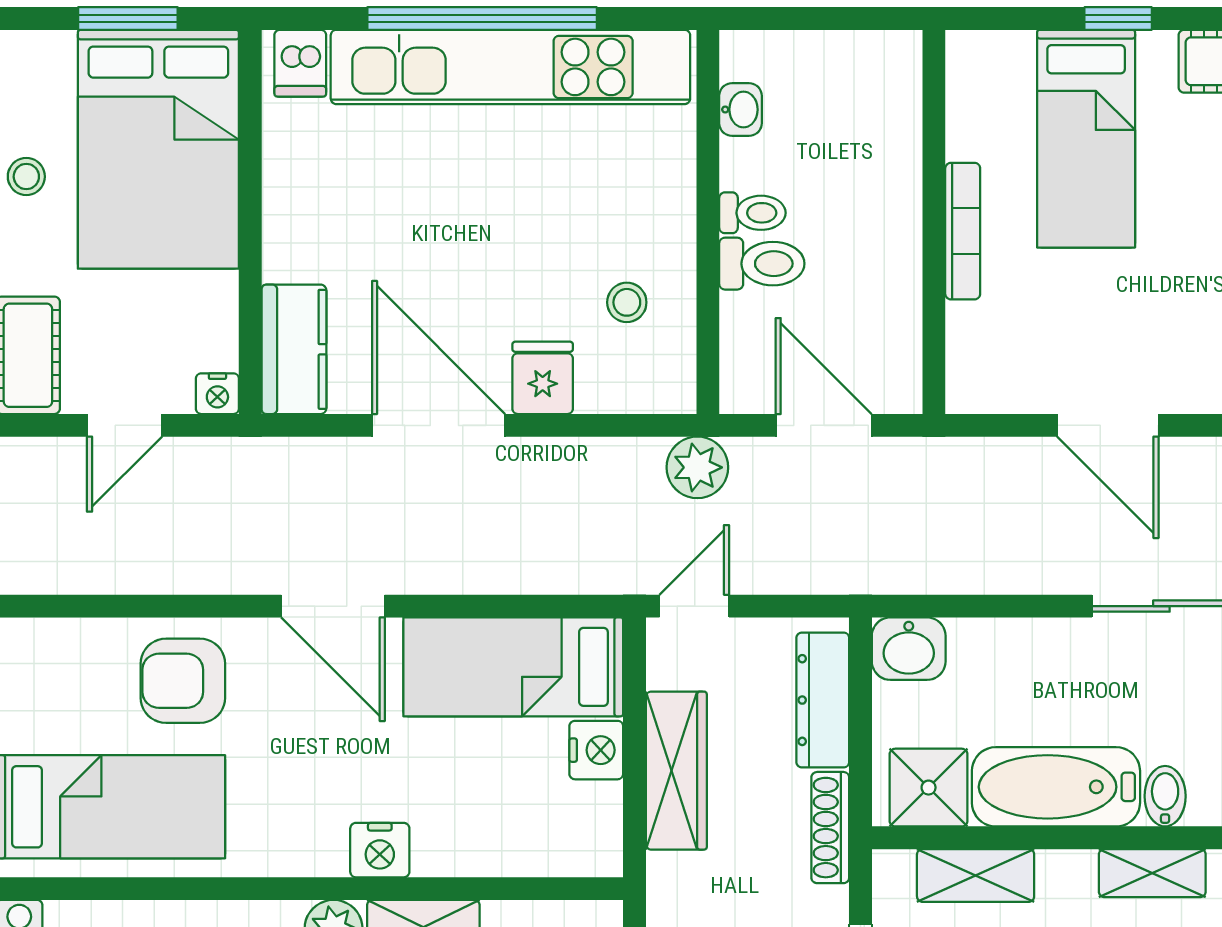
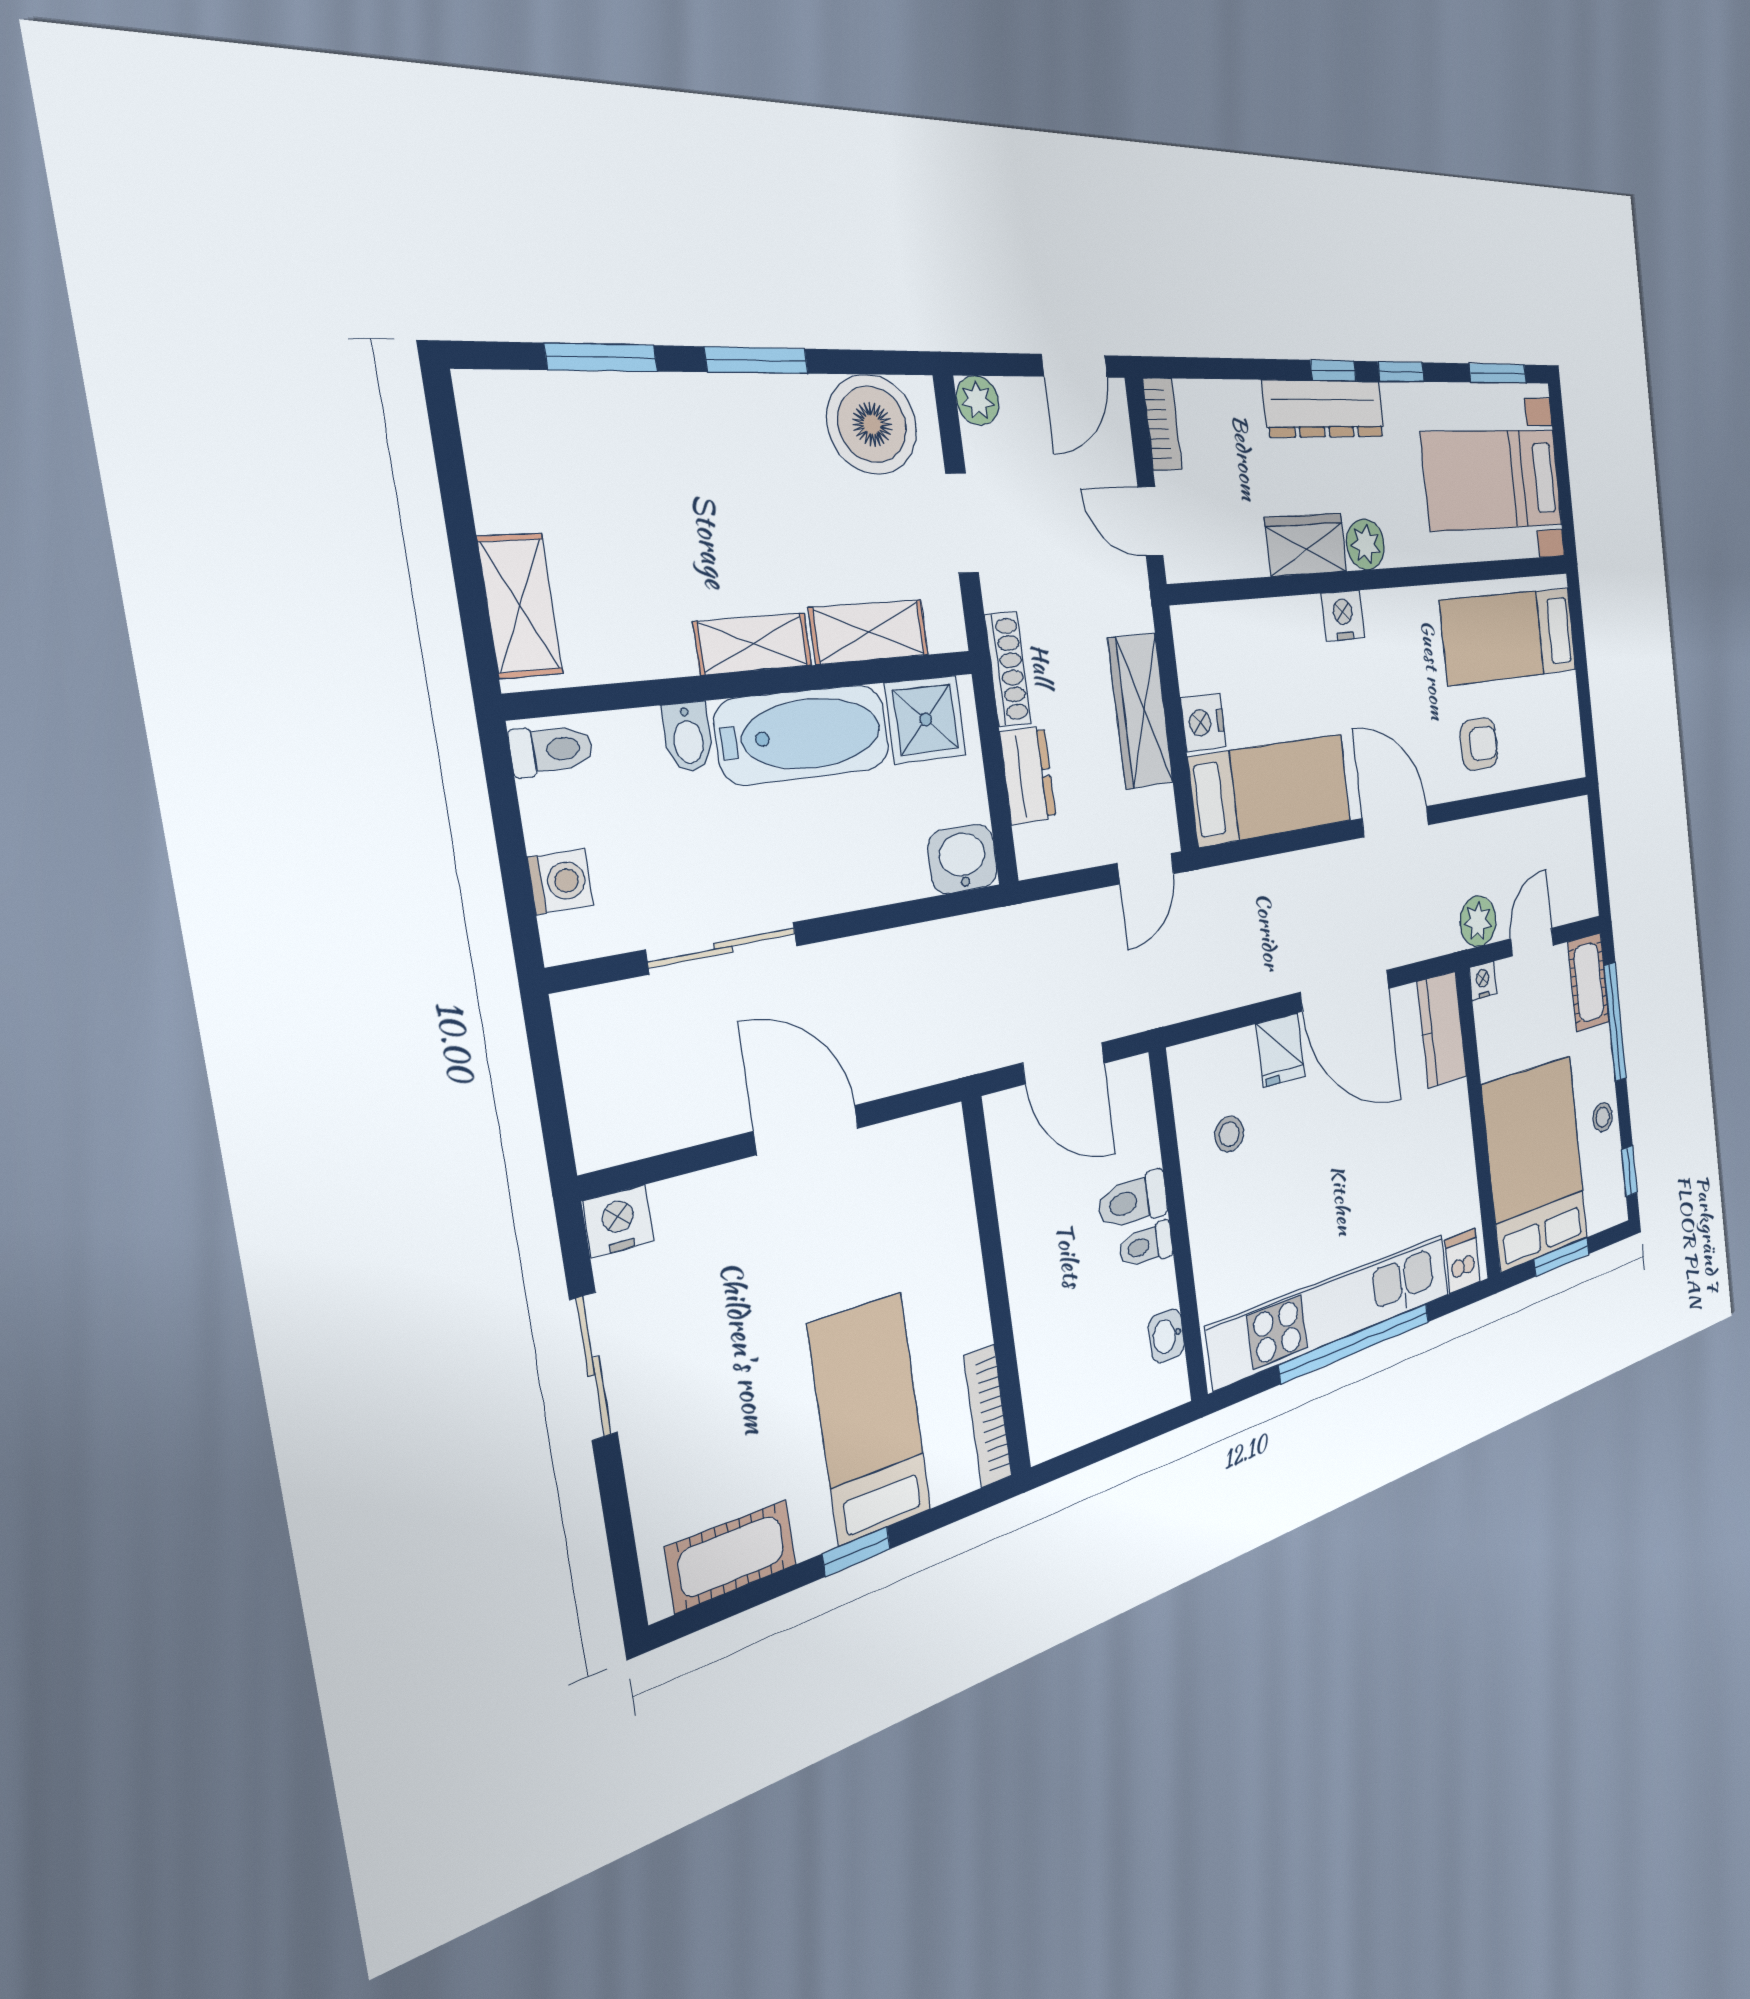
bookcase: (963, 231) -> (988, 1416), moved
plant: (697, 467) -> (1478, 921), moved
armchair: (183, 681) -> (1479, 744), width x0.72, depth x0.72
dresser: (823, 700) -> (1028, 775), width x0.70
shelving: (1152, 873) -> (753, 644), moved

